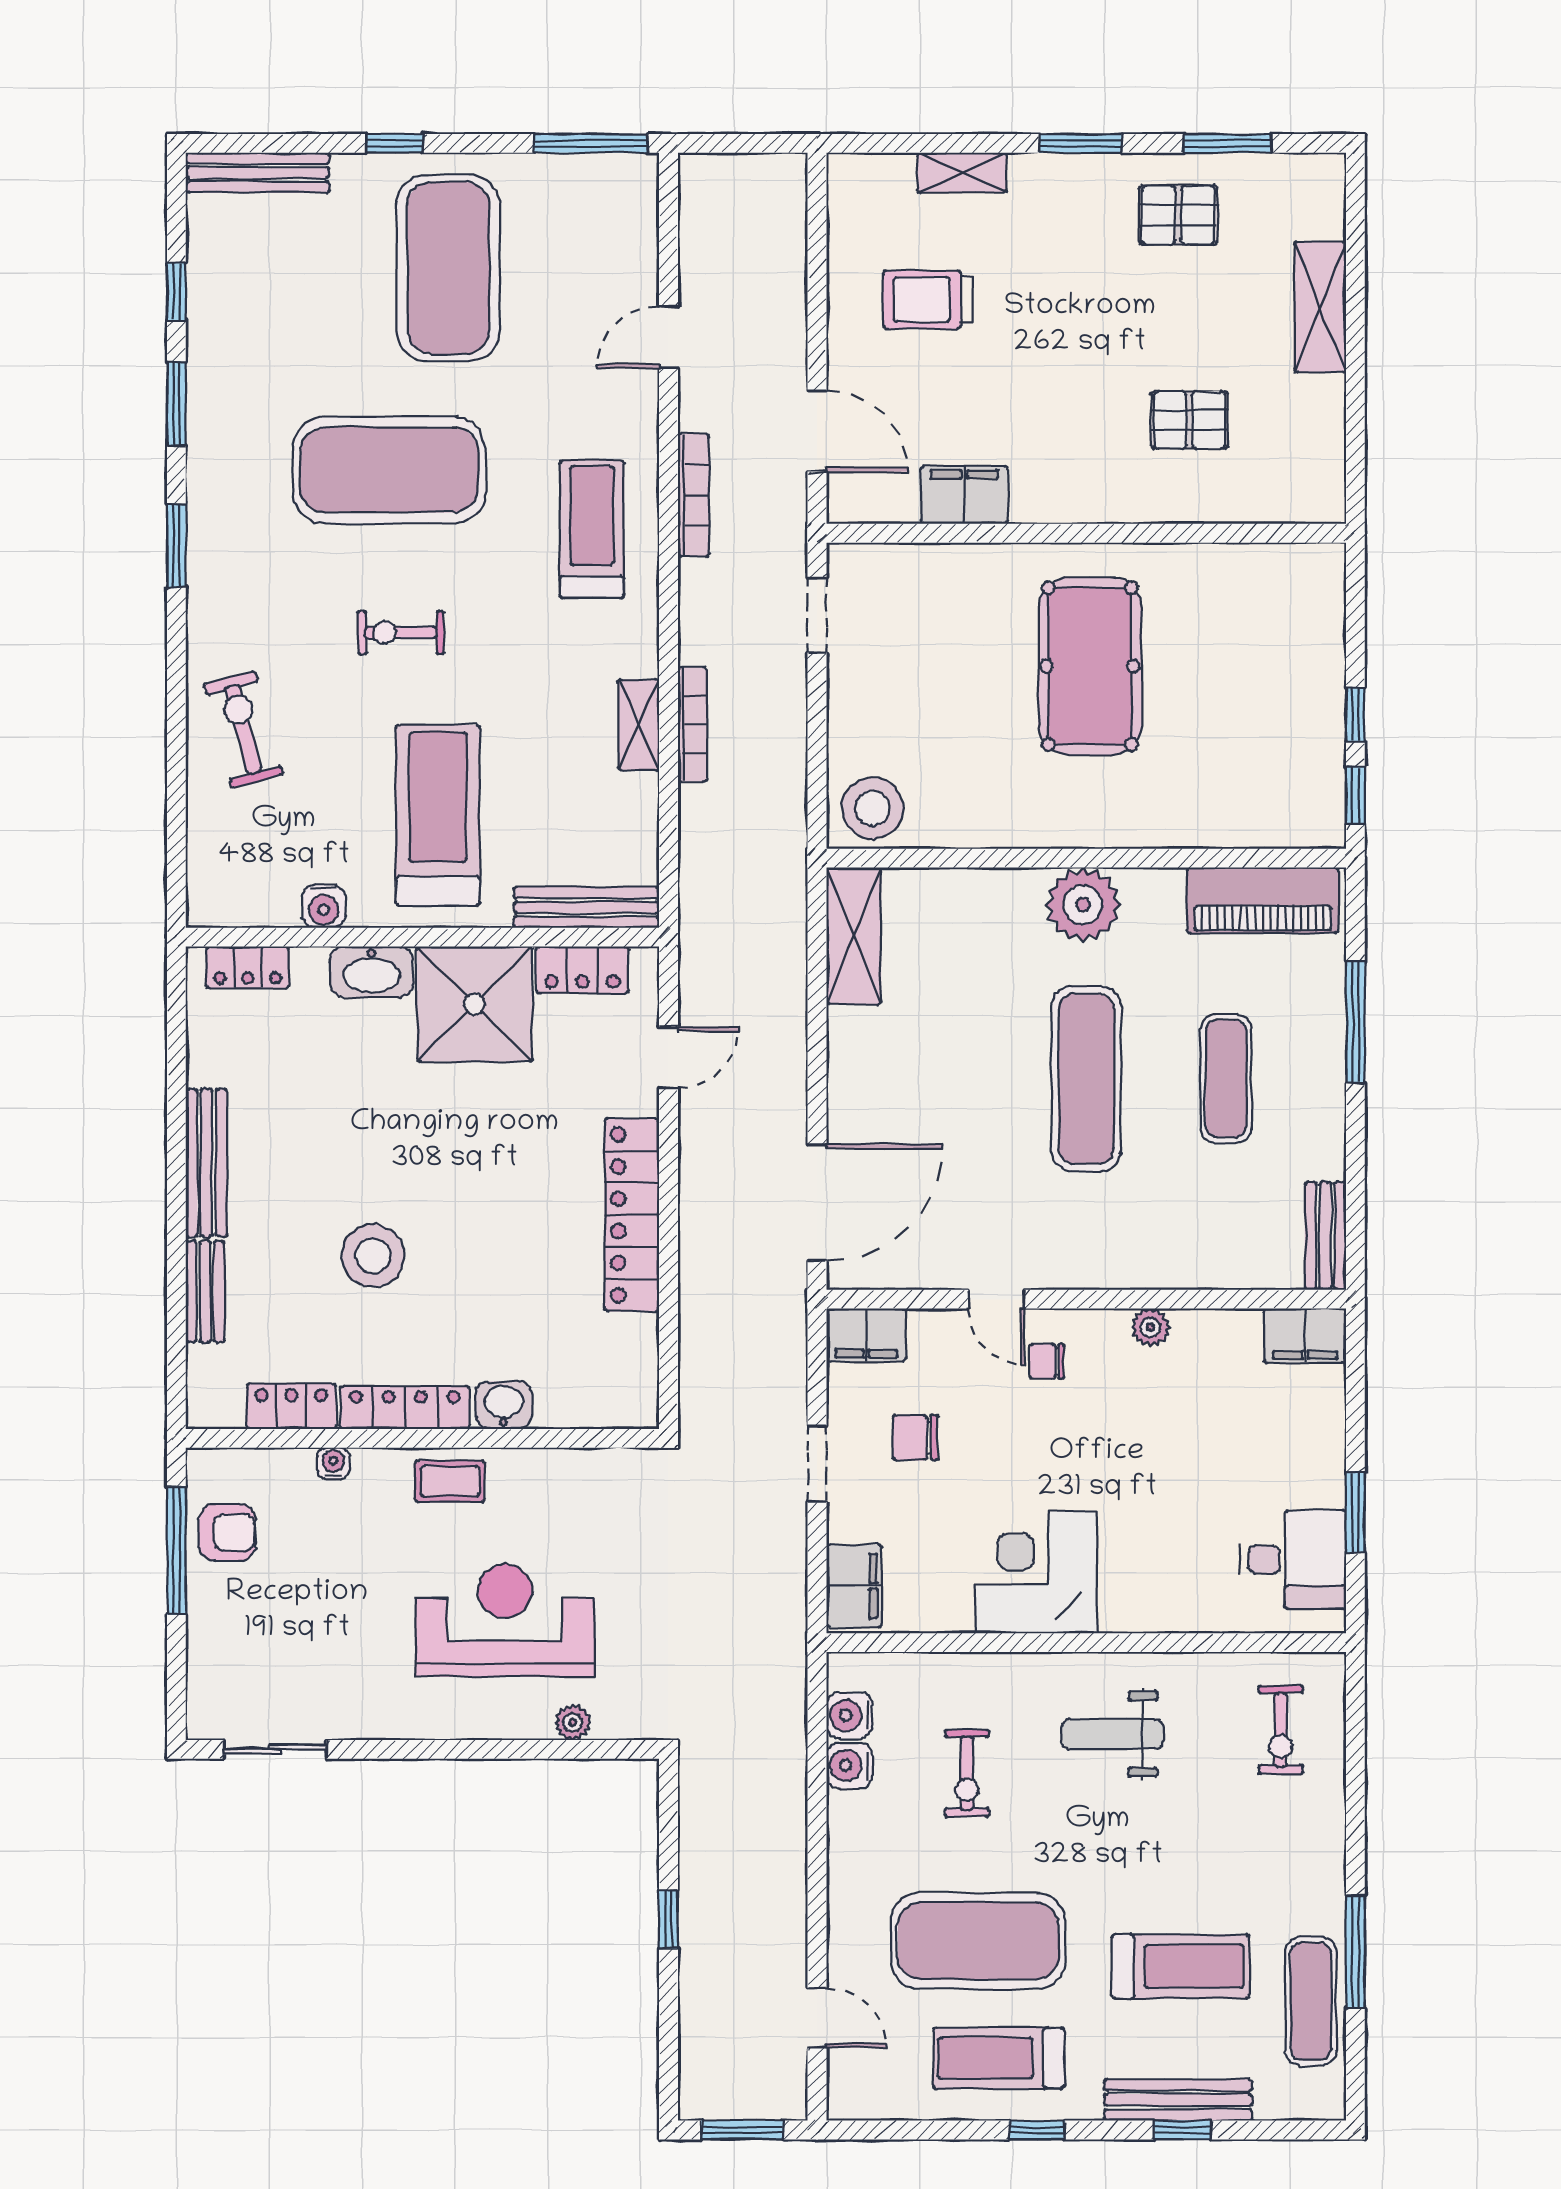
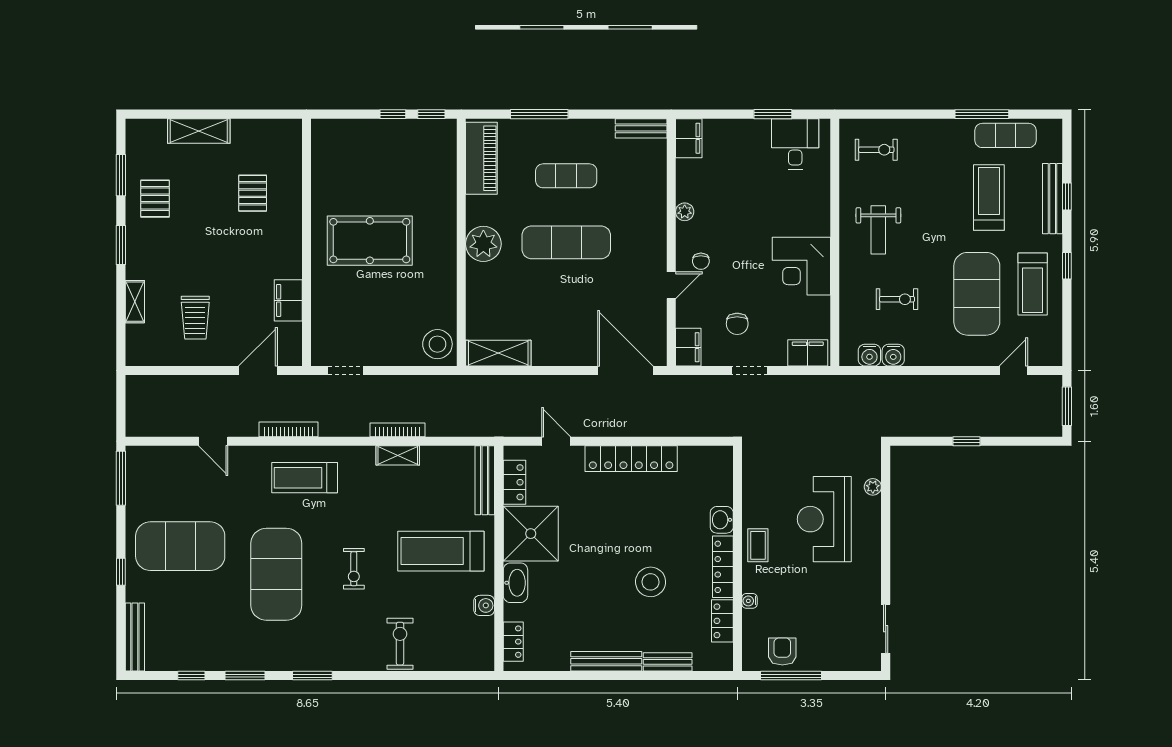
exercise bike: (243, 730) -> (400, 644), turned 105

